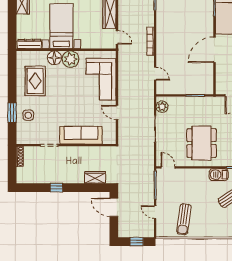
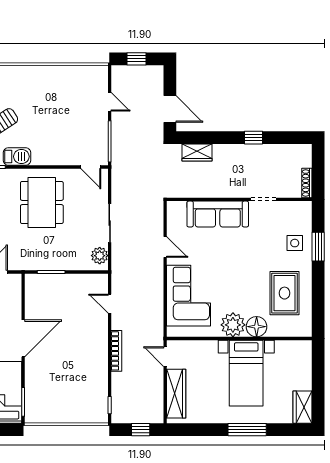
dresser: (29, 44) -> (293, 347), removed
sun lounger: (184, 219) -> (68, 91), removed

